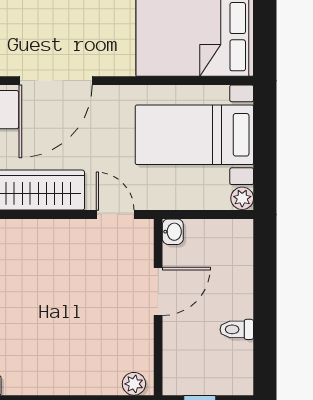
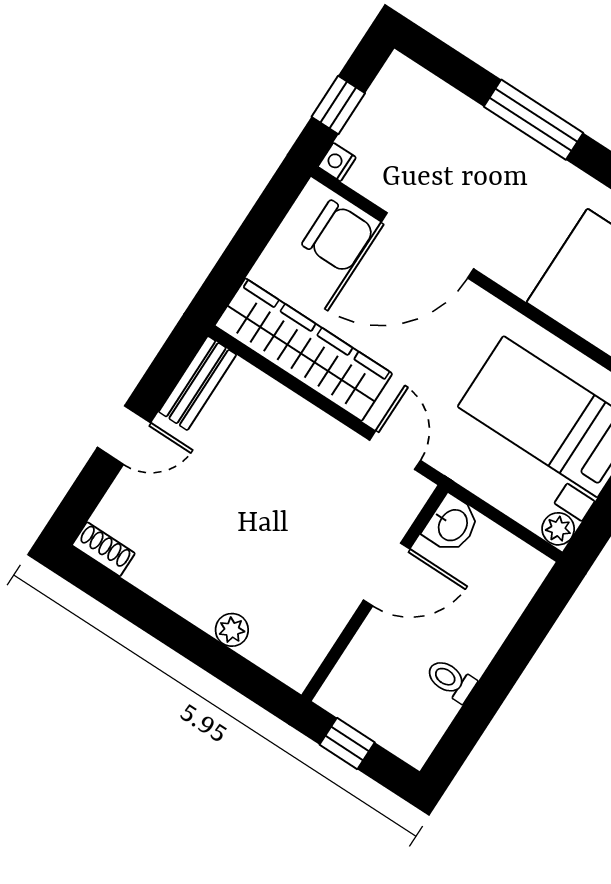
washbasin: (173, 232) -> (452, 524), width x1.38, depth x1.45
plant: (134, 384) -> (232, 630), moved

